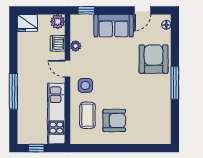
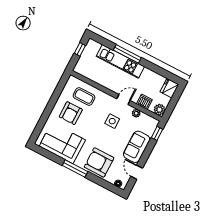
armchair: (154, 59) -> (99, 162), turned 180
side table: (85, 85) -> (112, 121), moved
corner sofa: (153, 112) -> (62, 143), added
kitchen unit: (56, 114) -> (120, 61), moved, turned 180

